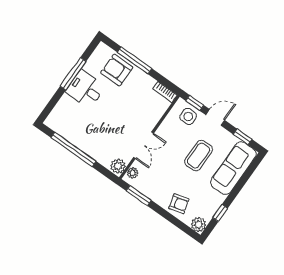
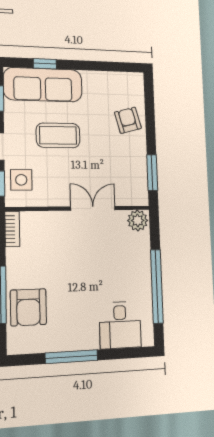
desk: (85, 89) -> (120, 325), moved
plant: (133, 173) -> (133, 198), removed
window: (220, 213) -> (45, 64), moved
plant: (199, 224) -> (134, 82), removed

